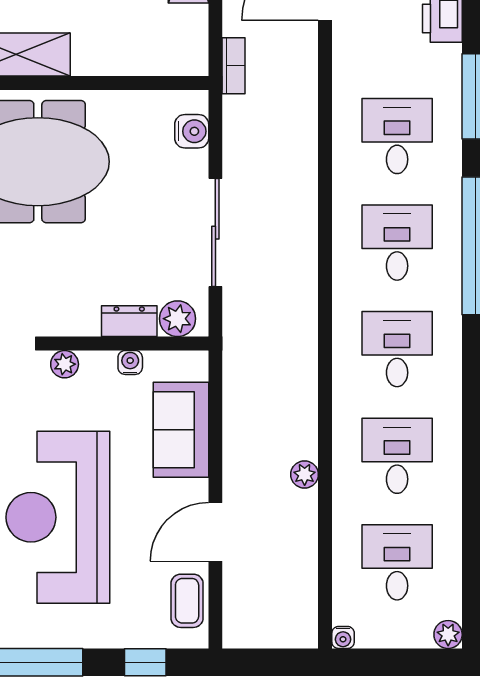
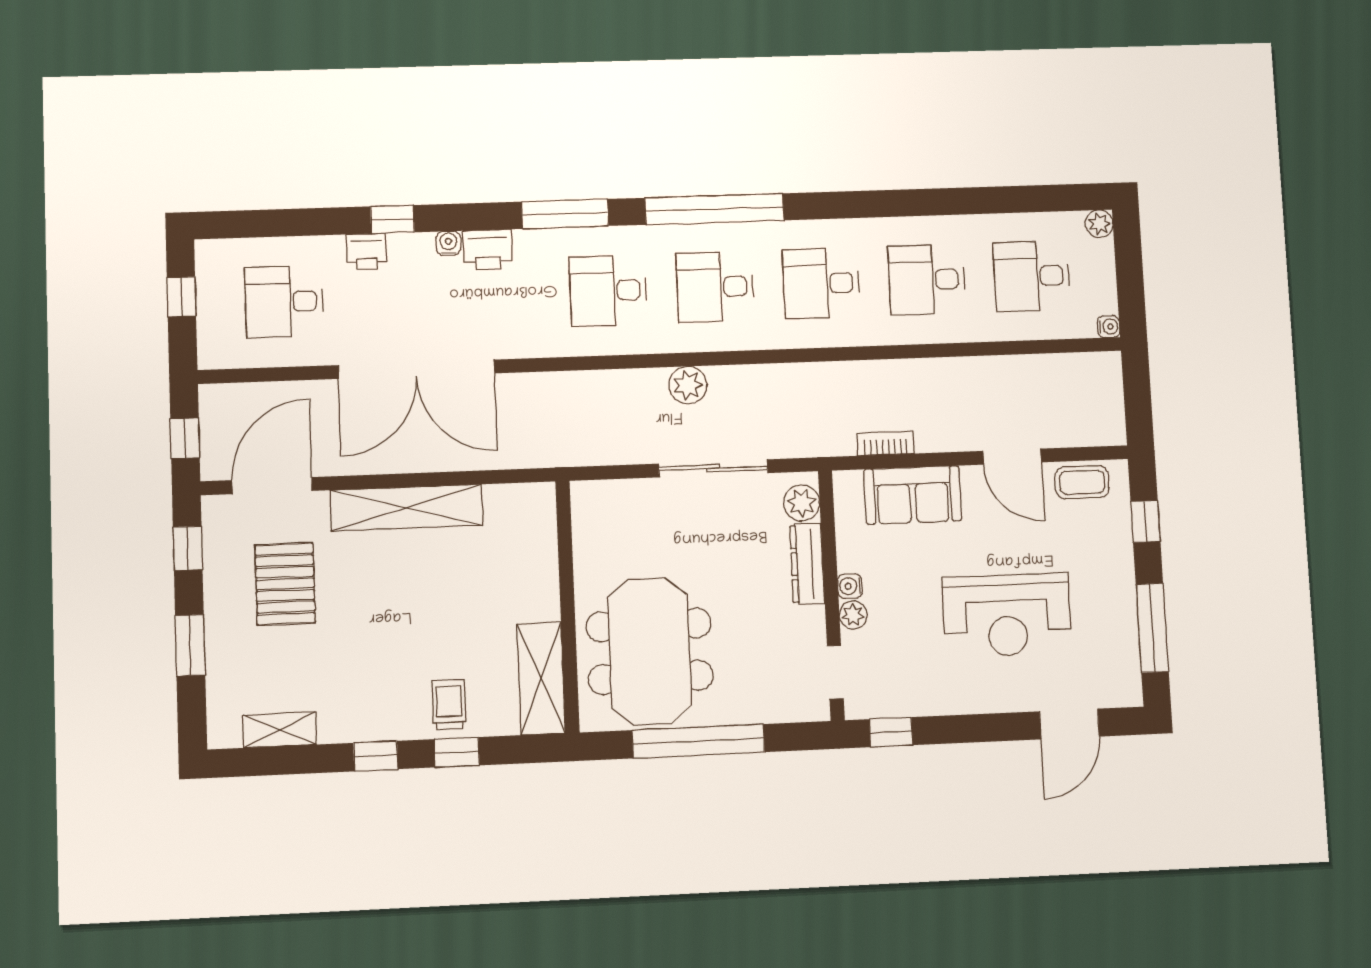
bookcase: (234, 66) -> (885, 443), moved
water cooler: (192, 131) -> (612, 496), removed
dresser: (129, 321) -> (807, 564), width x1.44
water cooler: (130, 362) -> (850, 586), moved
plant: (305, 474) -> (688, 385), moved, width x1.38, depth x1.38
reception desk: (58, 517) -> (1007, 615), width x0.74, depth x0.77

